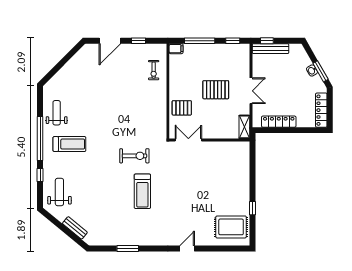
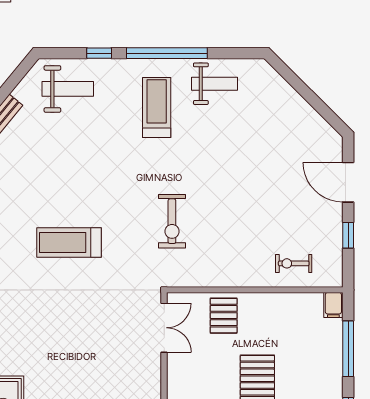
treadmill: (69, 144) -> (157, 107), turned 180
exercise bike: (134, 156) -> (172, 221), moved

